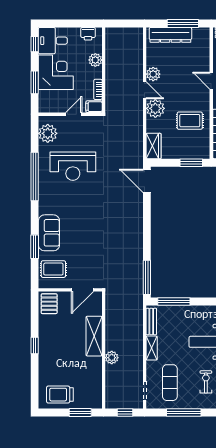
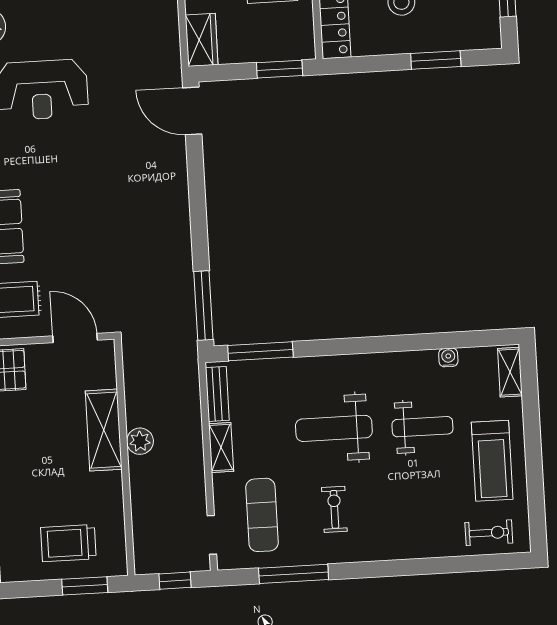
door: (83, 290) -> (75, 338), swing flipped
plant: (112, 358) -> (140, 441), moved
trolley: (60, 395) -> (68, 543), moved

